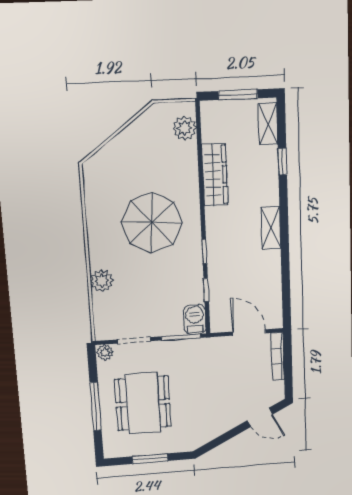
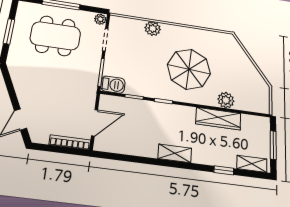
plant: (185, 128) -> (226, 100), moved

